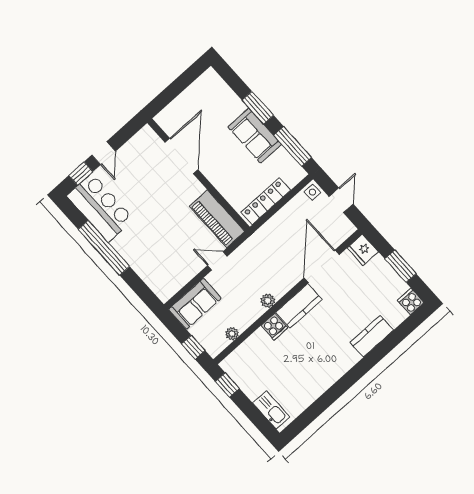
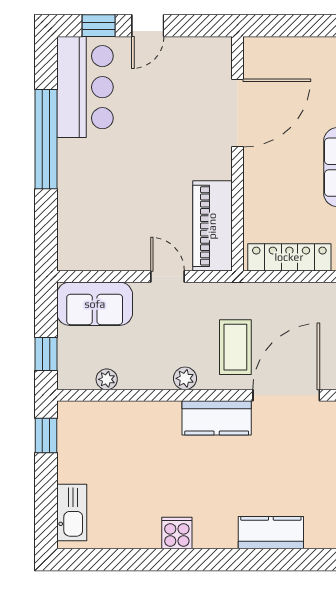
coffee table: (278, 265) -> (235, 347), added
cooker: (274, 327) -> (177, 533), moved, turned 180

